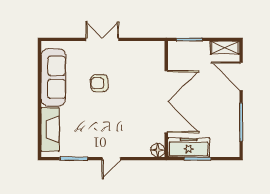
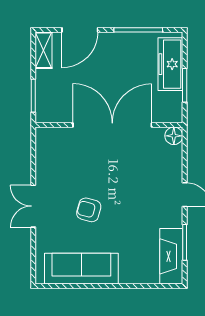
armchair: (99, 83) -> (89, 210), turned 105
fireplace: (50, 129) -> (171, 256), moved, turned -90
freezer: (189, 147) -> (170, 64), moved

